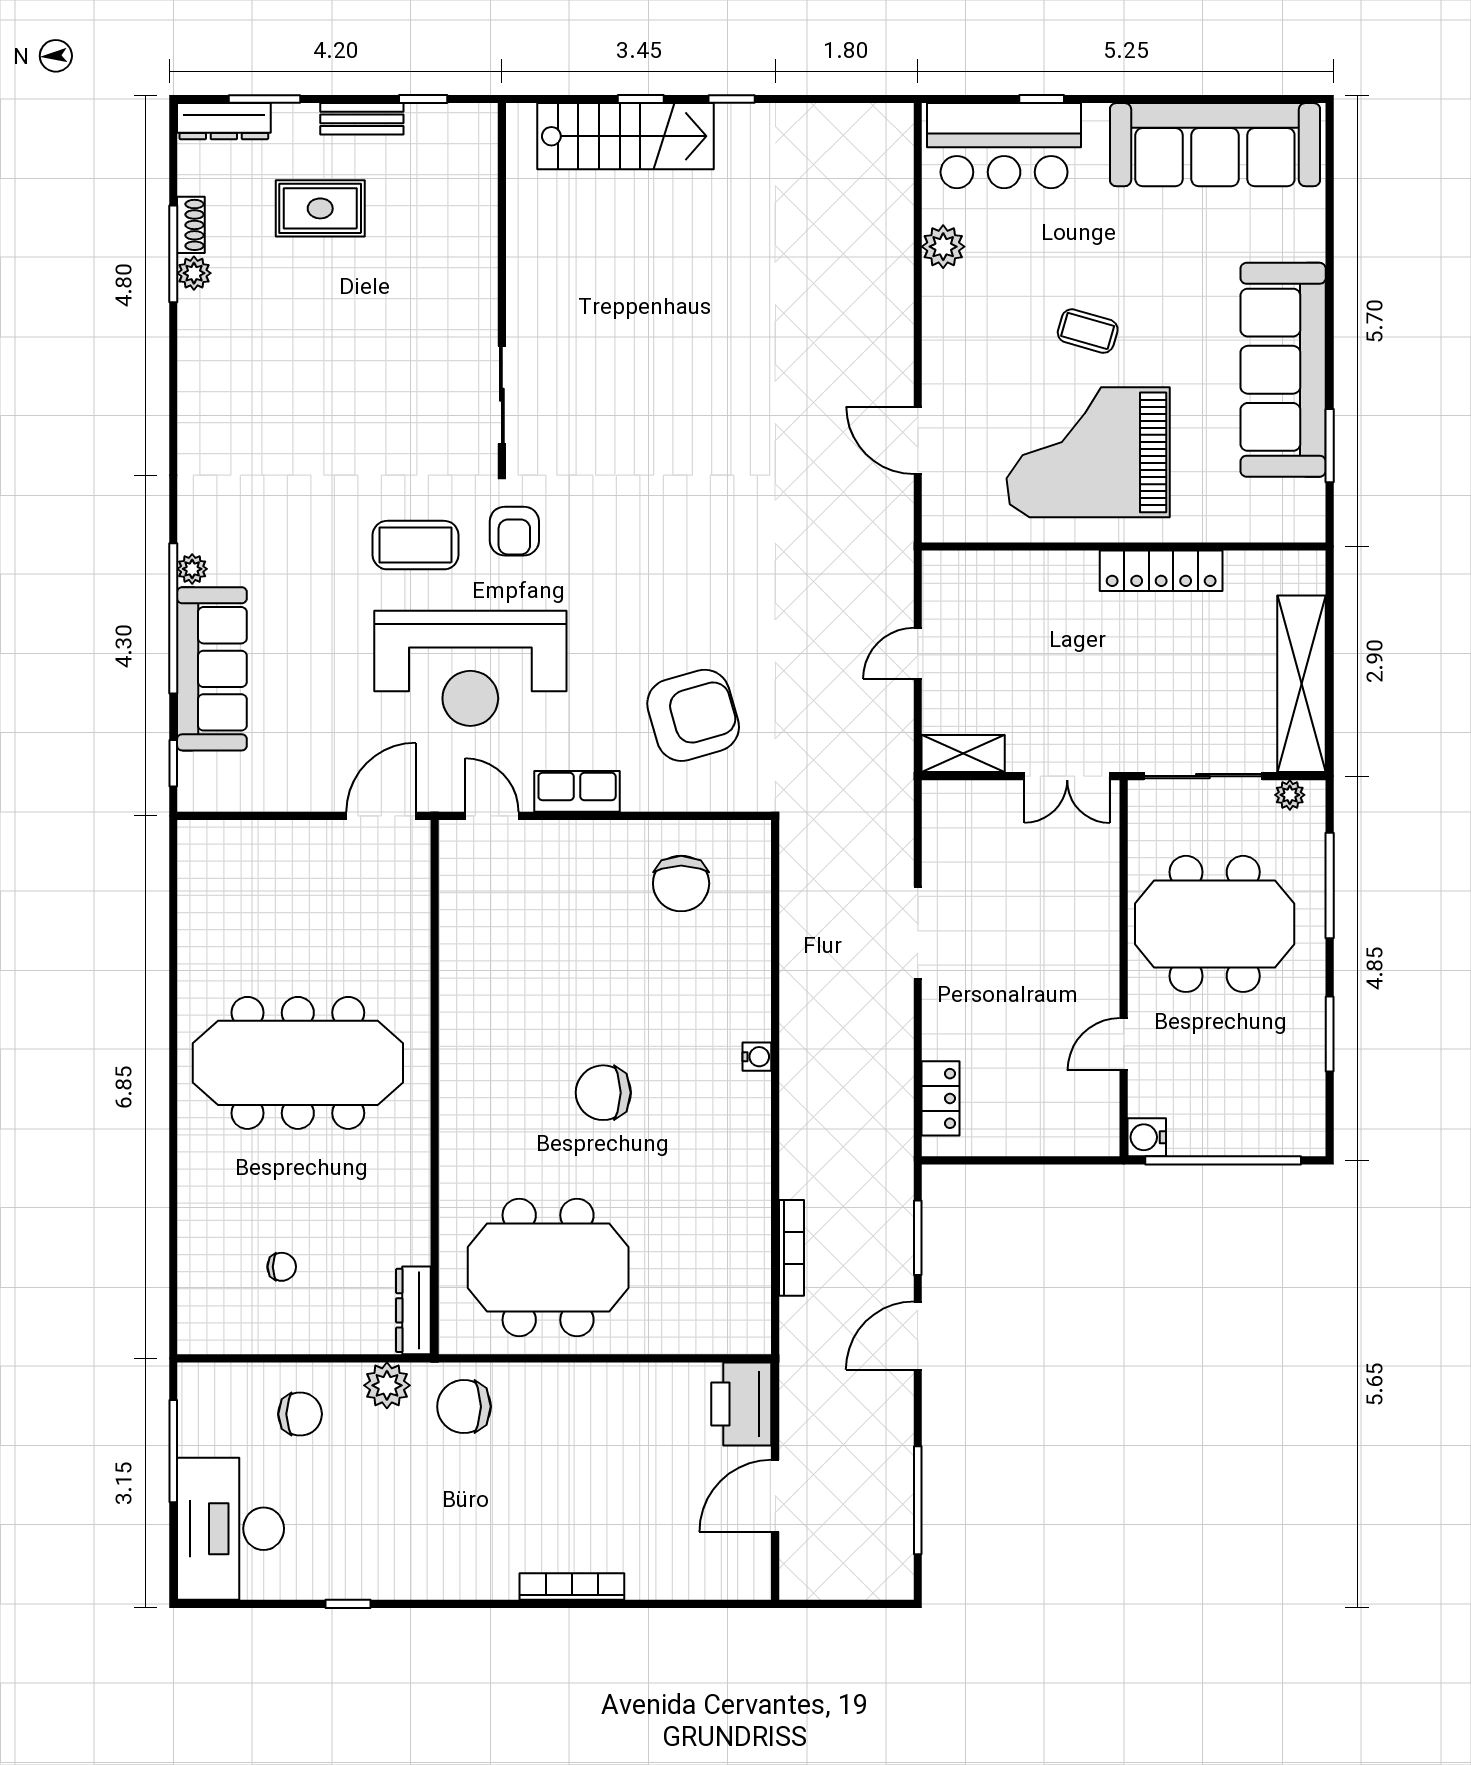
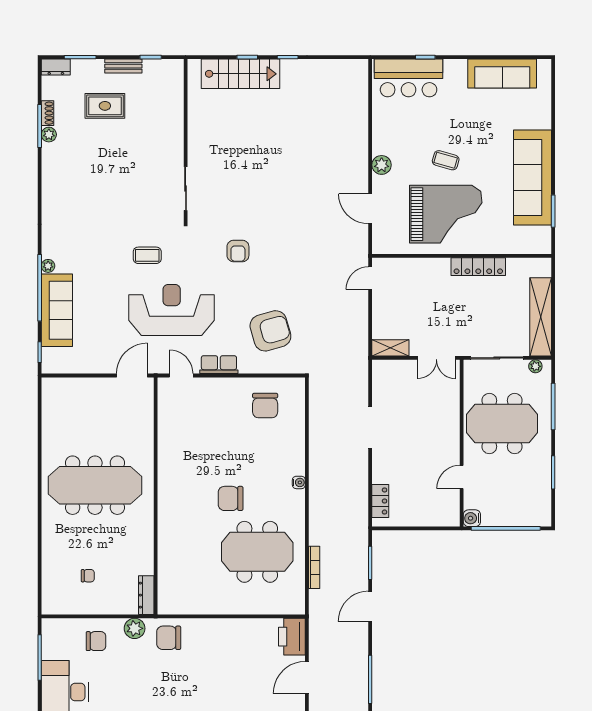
dresser: (224, 121) -> (56, 67), width x0.70
sofa: (1215, 145) -> (502, 74), width x0.74, depth x0.79
plant: (943, 247) -> (382, 165), moved
grand piano: (1088, 452) -> (446, 214), turned 180
armchair: (514, 531) -> (238, 251), moved
coffee table: (416, 545) -> (147, 255), width x0.73, depth x0.77
door: (918, 653) -> (370, 278), moved
reception desk: (470, 668) -> (172, 310), turned 180
meeting table: (548, 1267) -> (257, 552), moved

